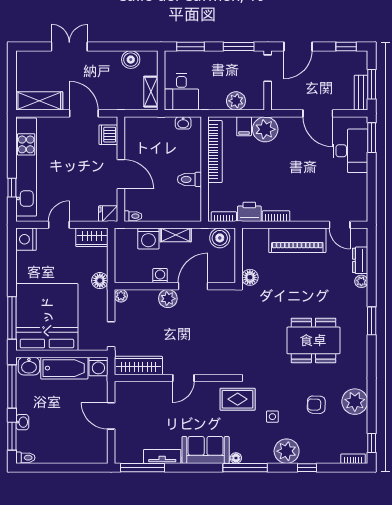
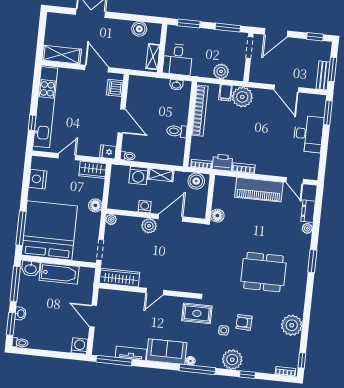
desk: (350, 151) -> (308, 134), moved
nightstand: (26, 239) -> (38, 179), moved
washing machine: (98, 366) -> (80, 346), moved, turned 180
armchair: (316, 405) -> (244, 322), moved

